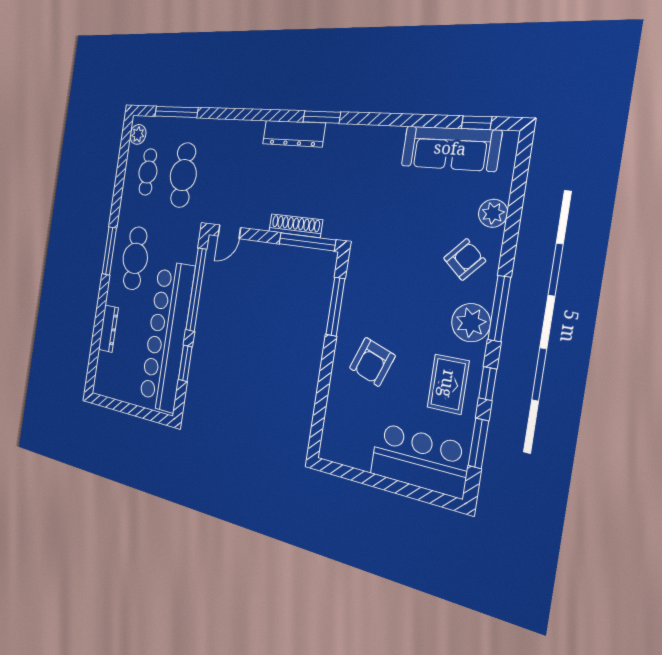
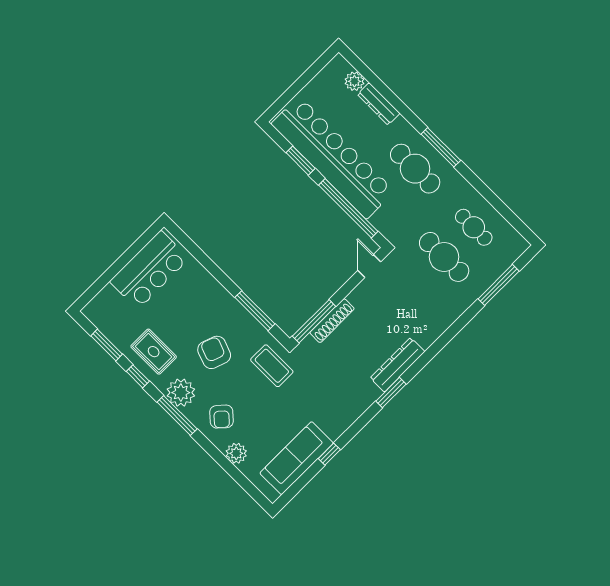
window: (477, 123) -> (329, 454), moved
plant: (138, 134) -> (354, 81), moved
coffee table: (376, 249) -> (272, 366), added
armchair: (372, 362) -> (214, 352), moved
bar counter: (419, 460) -> (149, 270), moved

